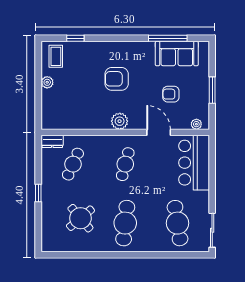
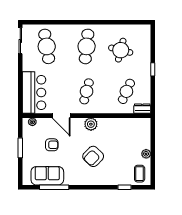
armchair: (117, 79) -> (93, 156), turned 134
round table: (80, 218) -> (121, 50), turned -36

